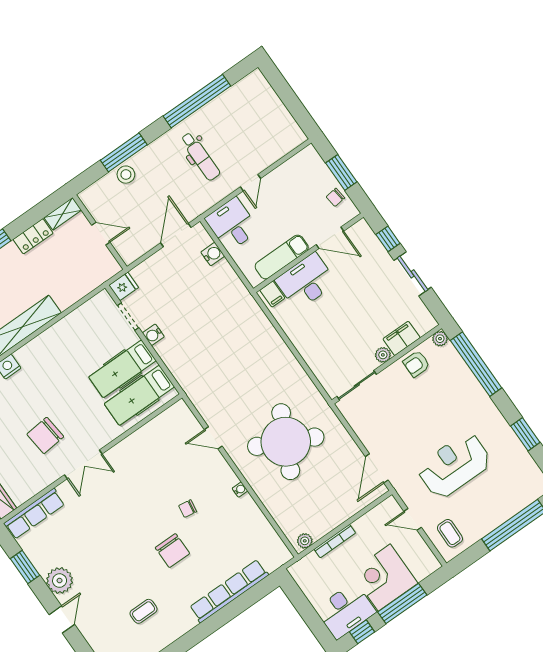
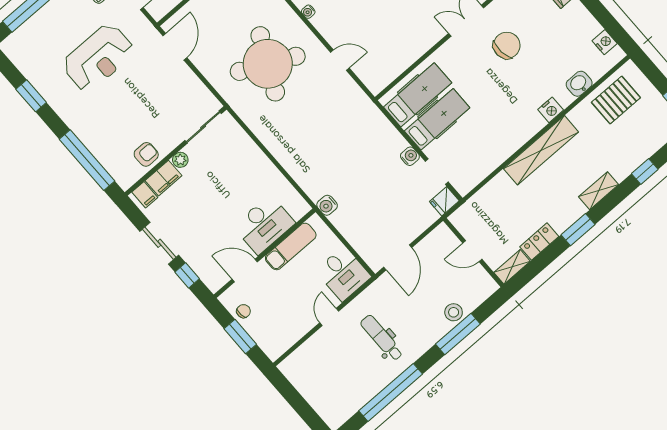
water cooler: (213, 254) -> (327, 205), moved
filing cabinet: (272, 294) -> (145, 195), moved, turned 180
plant: (440, 339) -> (125, 182), removed

